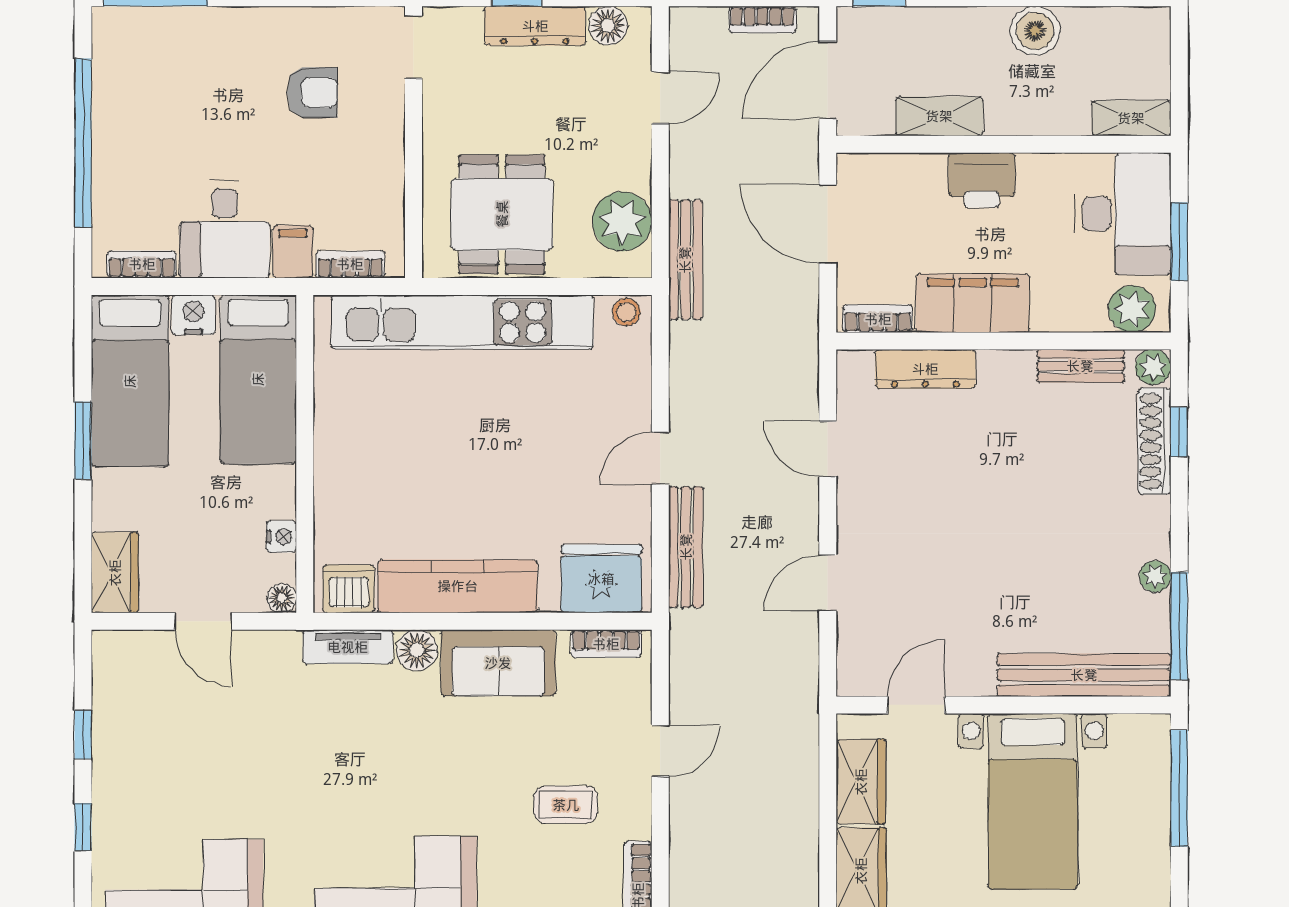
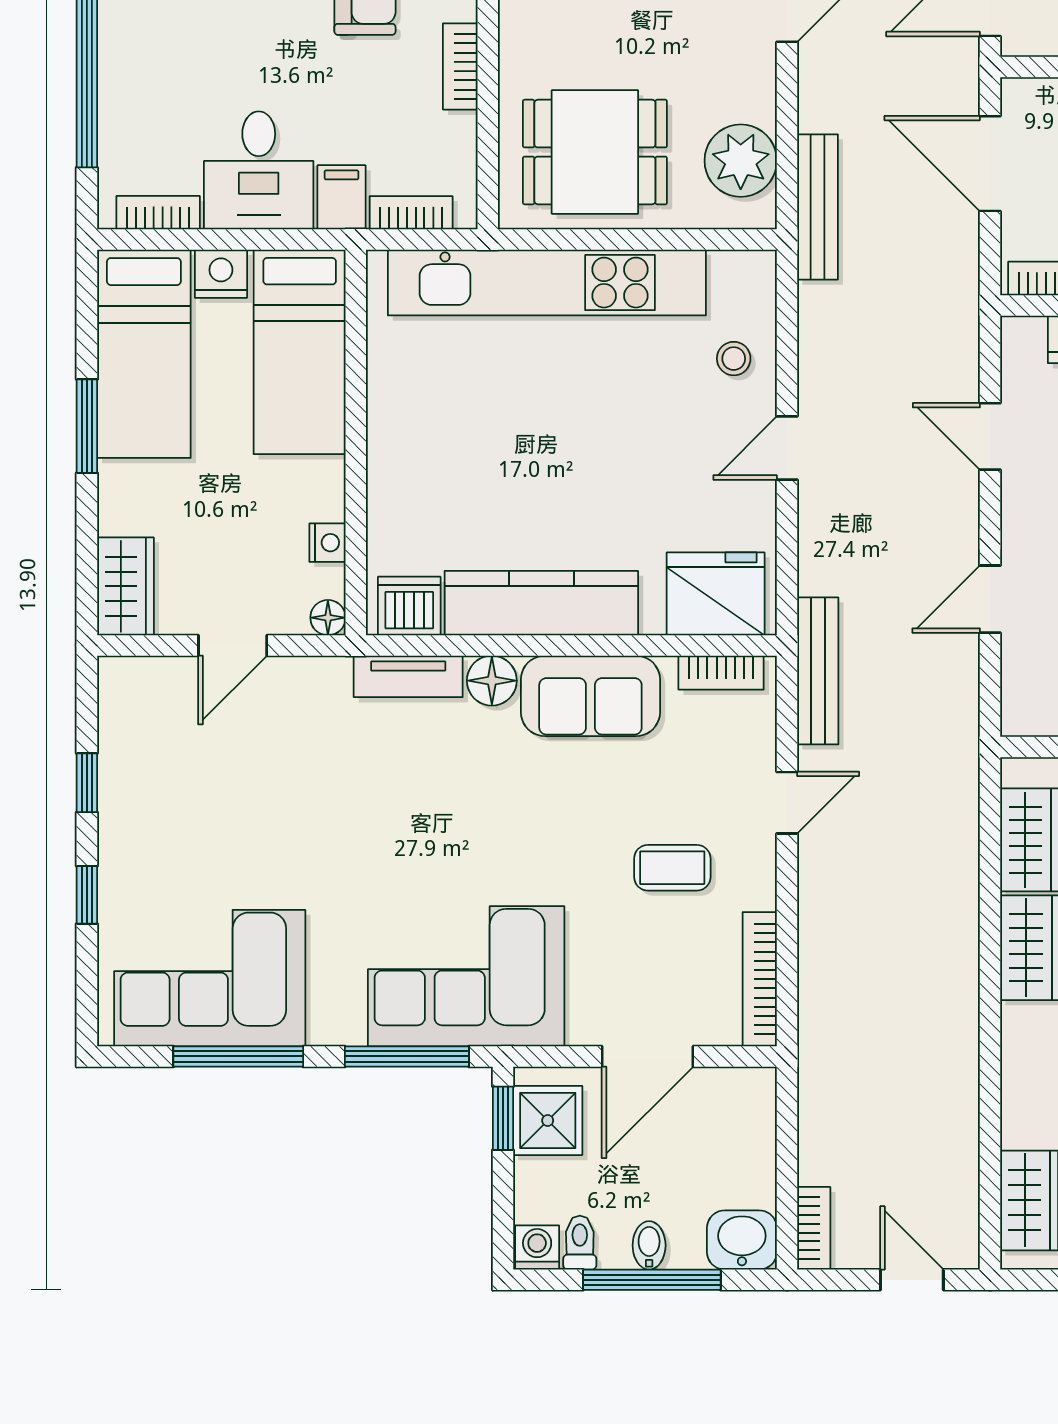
bookcase: (391, 144) -> (460, 67), added
dining table: (502, 214) -> (595, 152), turned 90
stool: (626, 312) -> (734, 359), moved
bench: (686, 547) -> (818, 671), moved
door: (203, 621) -> (233, 645), hinge flipped

